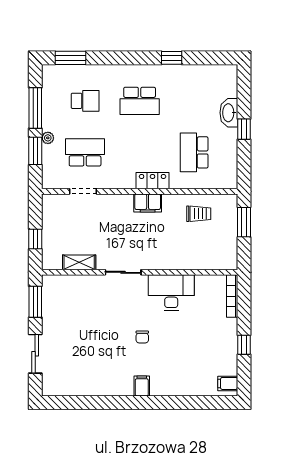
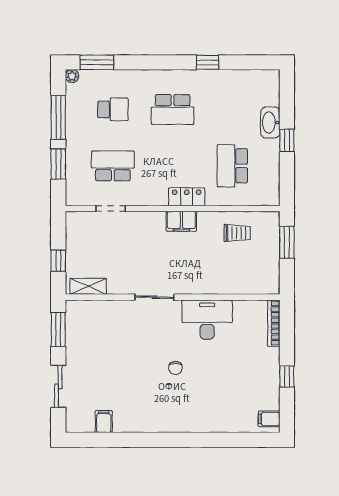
plant: (48, 138) -> (72, 76), moved
shelving: (79, 262) -> (88, 286), moved
filing cabinet: (142, 386) -> (104, 422), moved

